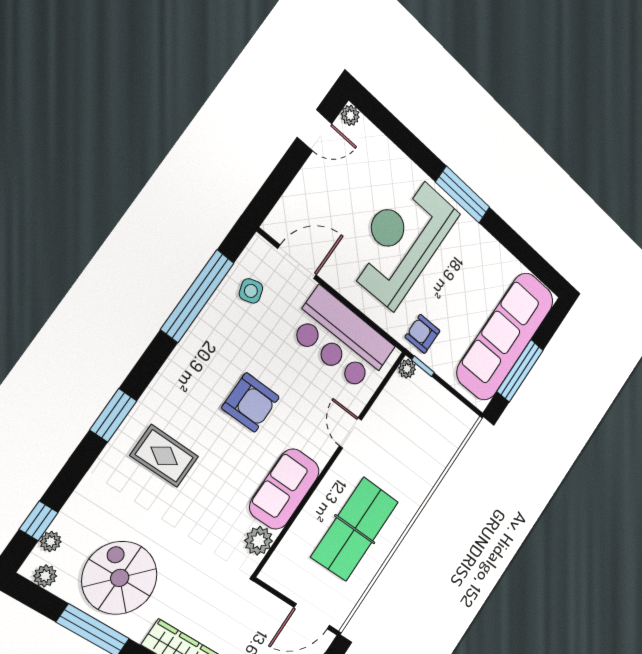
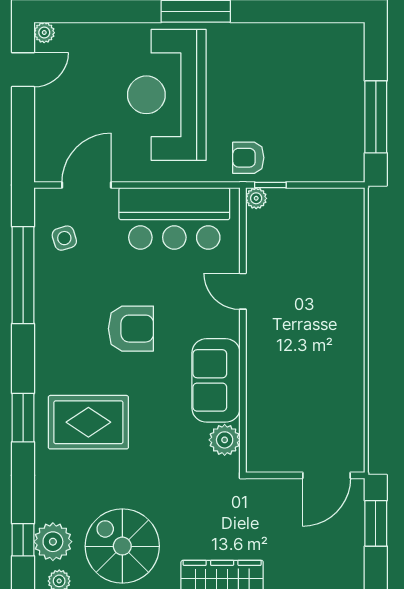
sofa: (505, 337) -> (335, 98), removed
rug: (164, 456) -> (88, 422), width x1.36, depth x1.43
table tennis table: (355, 529) -> (311, 372), removed
plant: (51, 542) -> (53, 542), width x1.88, depth x1.88

